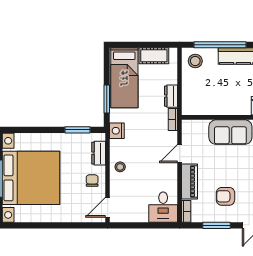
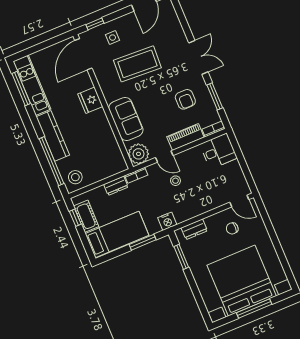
window: (157, 45) -> (75, 218), added
plant: (192, 130) -> (138, 154), added
stool: (120, 167) -> (175, 181), moved
chair: (92, 181) -> (232, 228), moved

